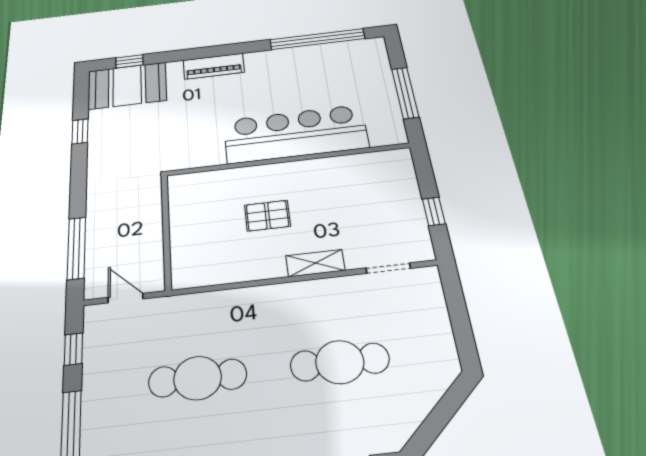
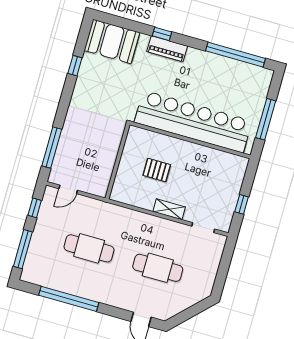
window: (129, 61) -> (162, 34), moved
bar counter: (295, 134) -> (193, 122), width x1.36
wall: (166, 231) -> (117, 161), moved
door: (126, 298) -> (68, 189), swing flipped

